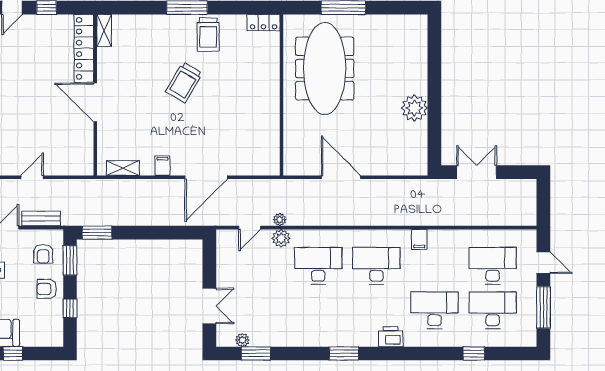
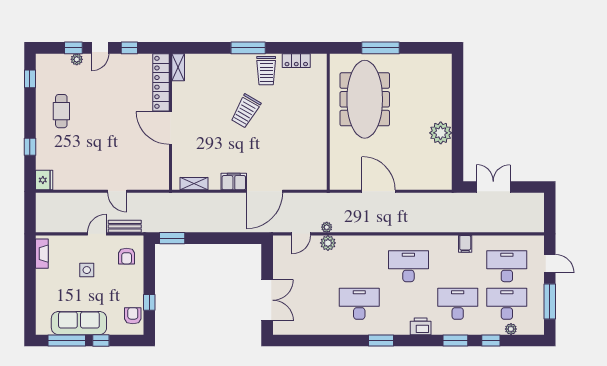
locker: (263, 23) -> (296, 61), moved
filing cabinet: (162, 166) -> (234, 181), width x2.00
door: (32, 177) -> (117, 191), swing flipped
filing cabinet: (419, 239) -> (465, 244), moved
window: (70, 260) -> (149, 262), removed
desk: (318, 266) -> (359, 304), moved
armchair: (47, 289) -> (133, 316), moved, turned 90
double door: (209, 306) -> (267, 300), width x1.37
plant: (242, 340) -> (511, 329), moved
window: (256, 353) -> (455, 340), moved

